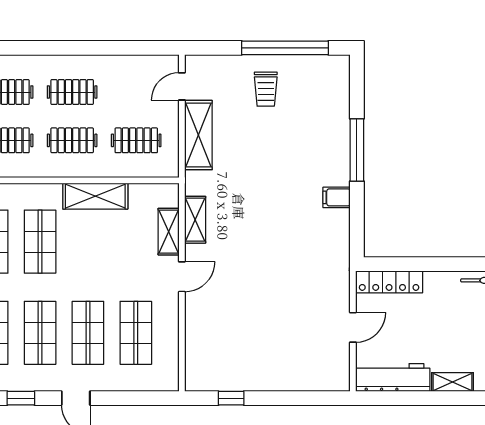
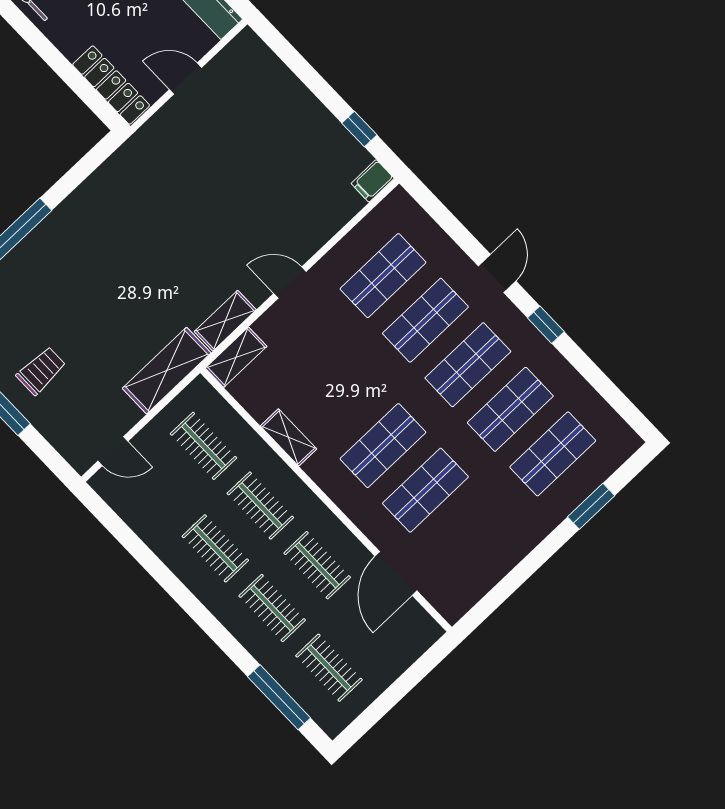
shelving: (198, 135) -> (167, 371), moved
shelving: (95, 196) -> (289, 437), width x0.67, depth x0.75
filing cabinet: (337, 197) -> (373, 181), moved, turned 90
shelving: (169, 232) -> (236, 357), moved

